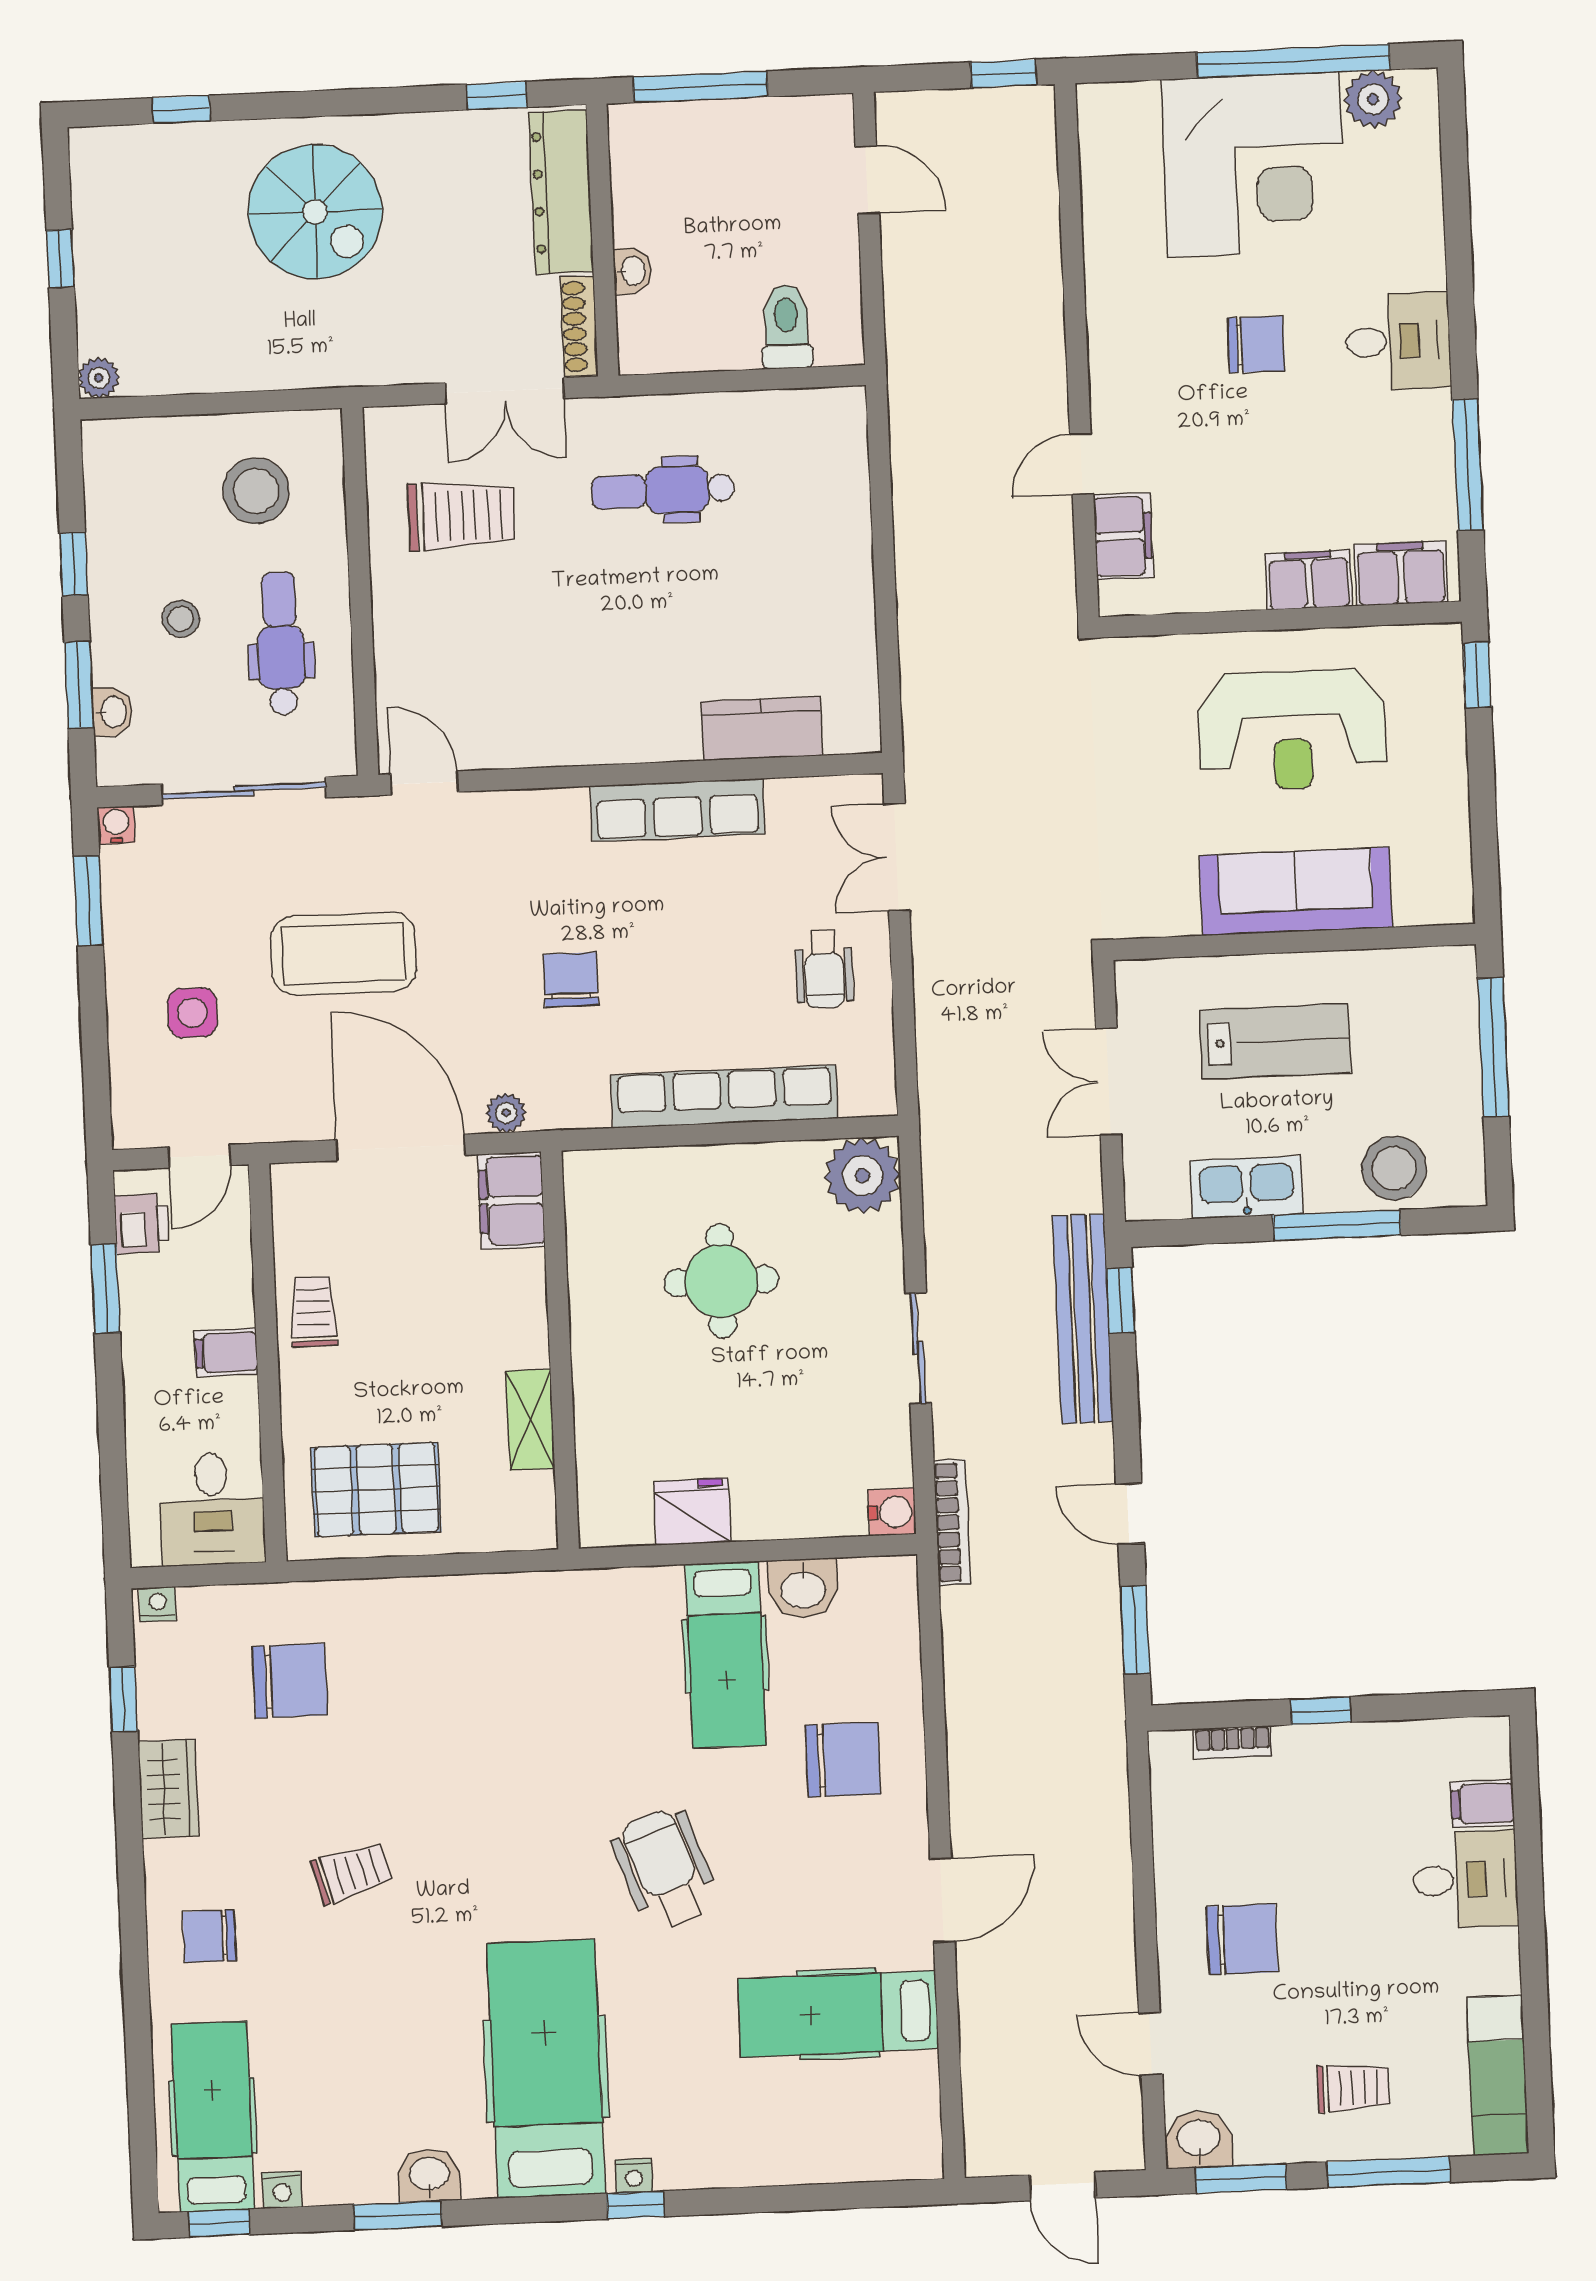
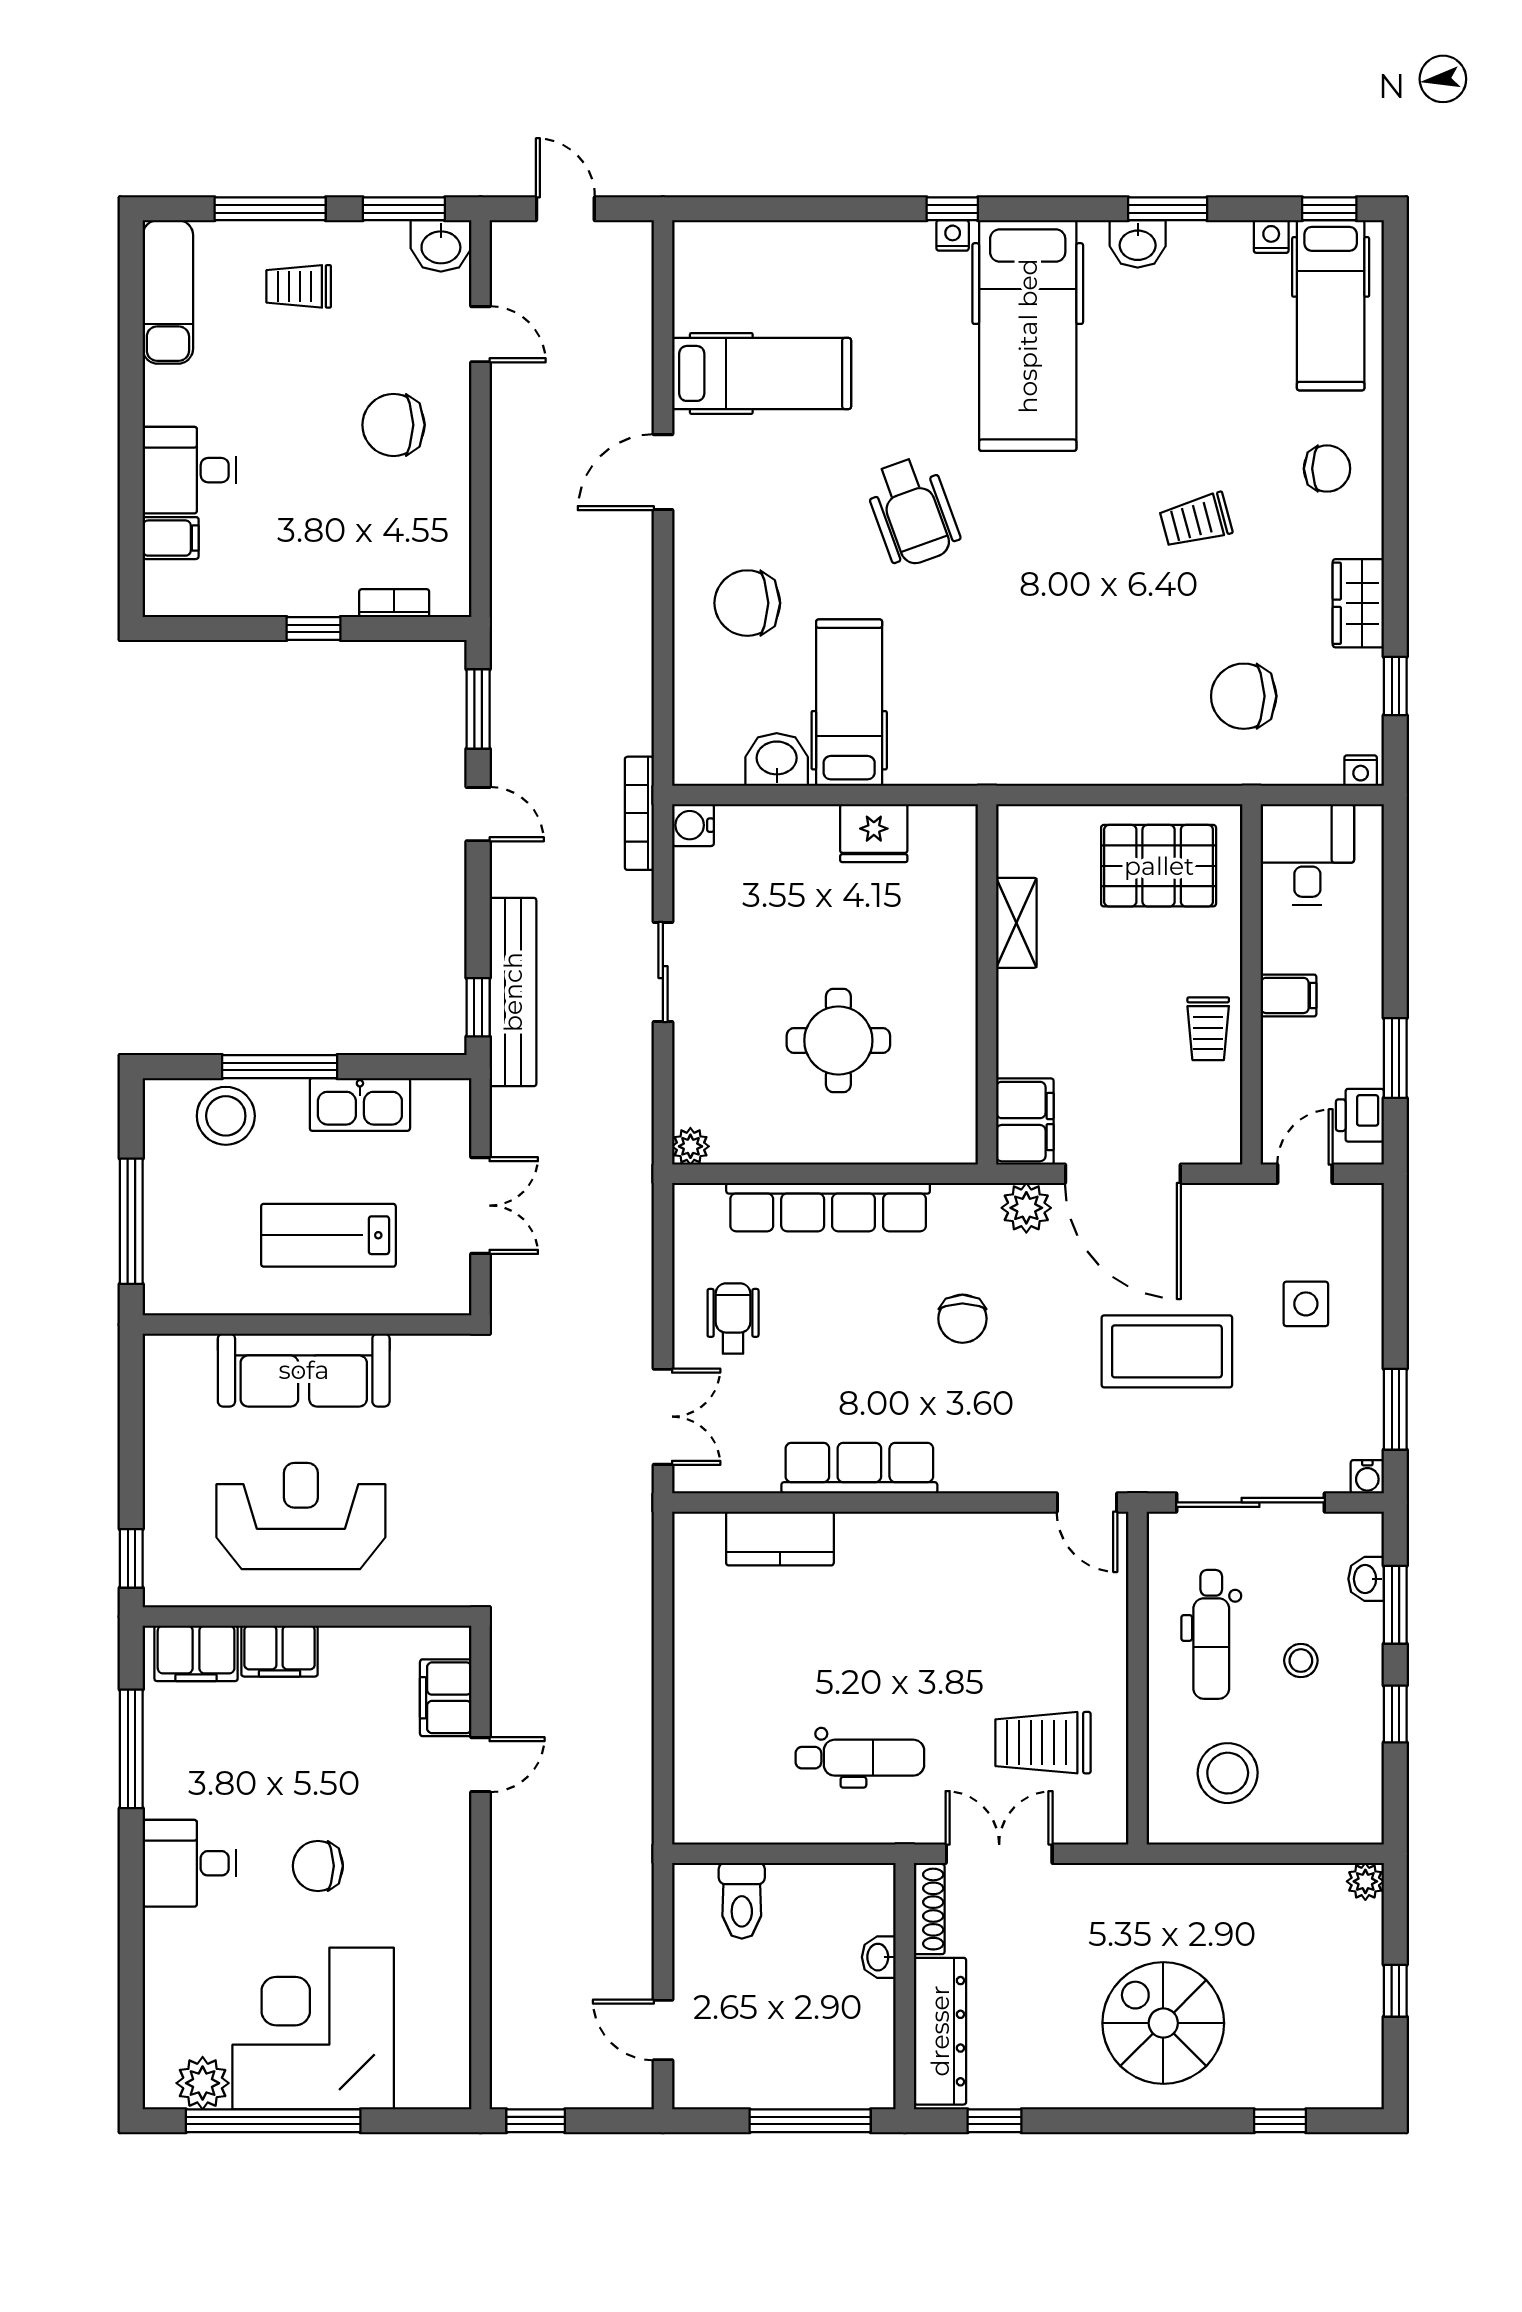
plant: (506, 1113) -> (1026, 1208), width x1.38, depth x1.38
plant: (862, 1176) -> (690, 1146), width x0.53, depth x0.53

